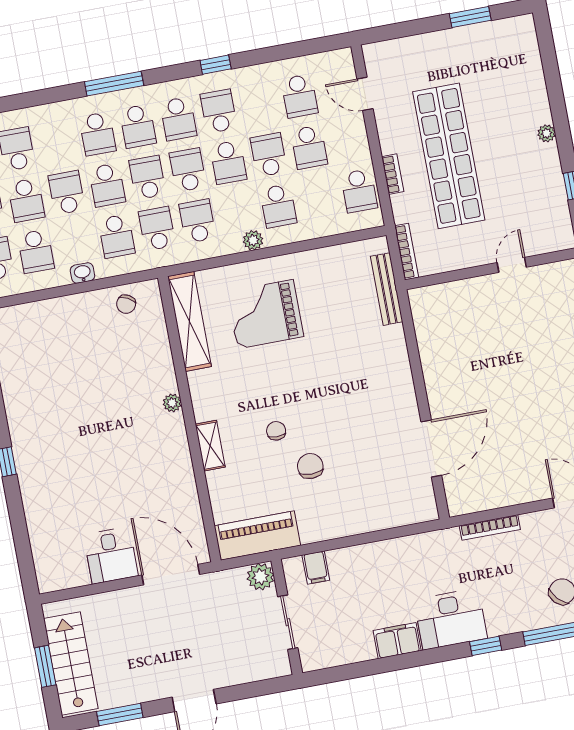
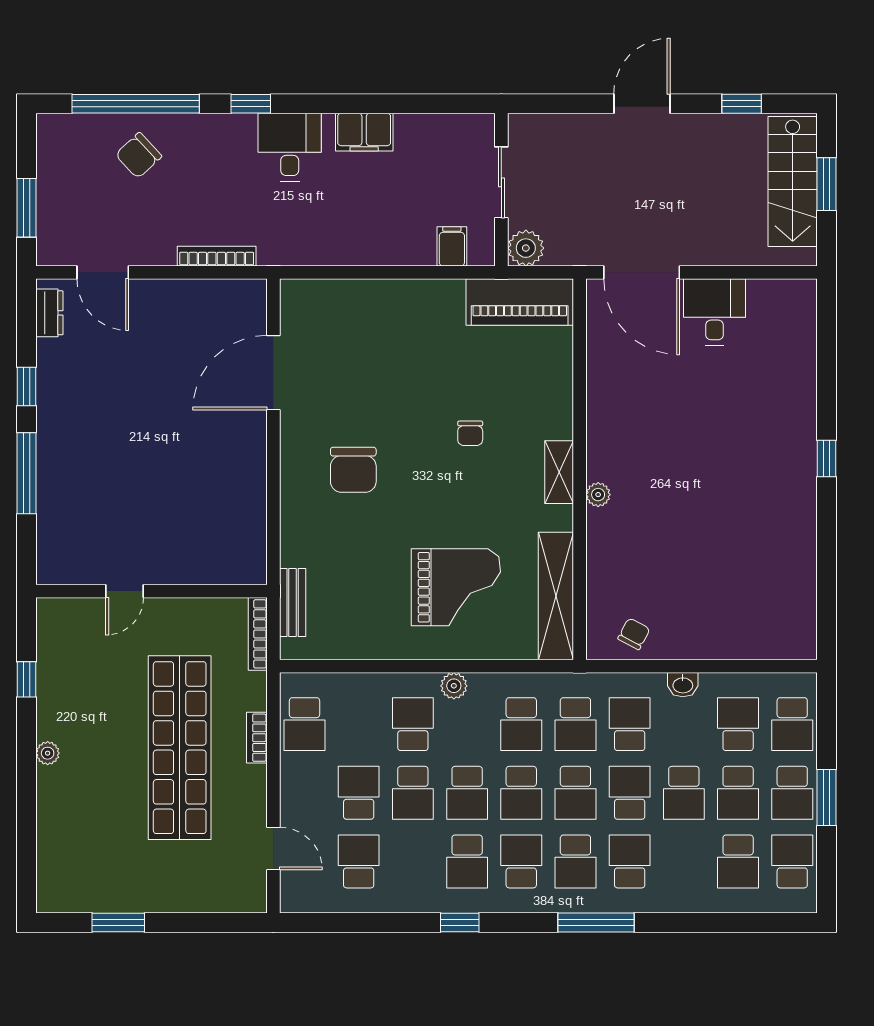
school desk: (138, 126) -> (575, 861), turned 180
school desk: (228, 162) -> (467, 793), turned 180
school desk: (359, 191) -> (304, 724), turned 180
school desk: (26, 200) -> (738, 793), turned 180
bench: (387, 289) -> (293, 603), width x0.73
shelving: (210, 446) -> (559, 472), moved
chair: (310, 466) -> (353, 470), moved, width x1.37, depth x1.37
desk: (451, 619) -> (290, 147), width x0.73
window: (120, 714) -> (742, 104), width x0.67

